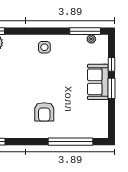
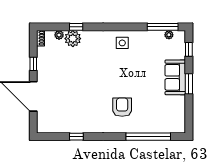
window: (111, 64) -> (189, 49), moved
armchair: (44, 112) -> (122, 107), turned 180

